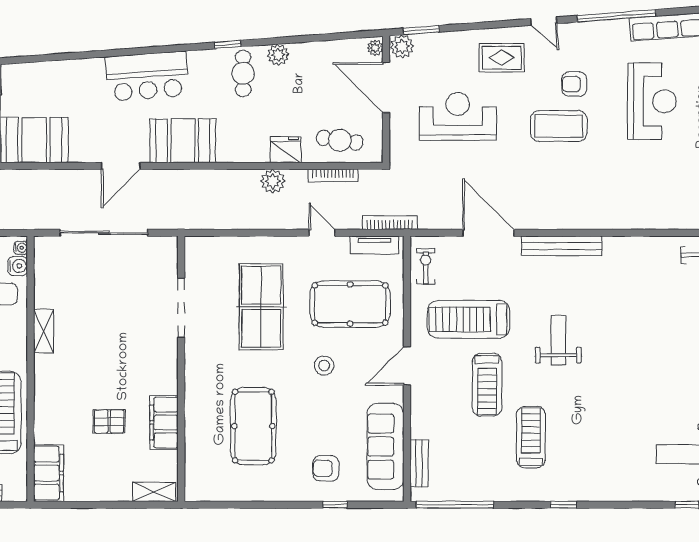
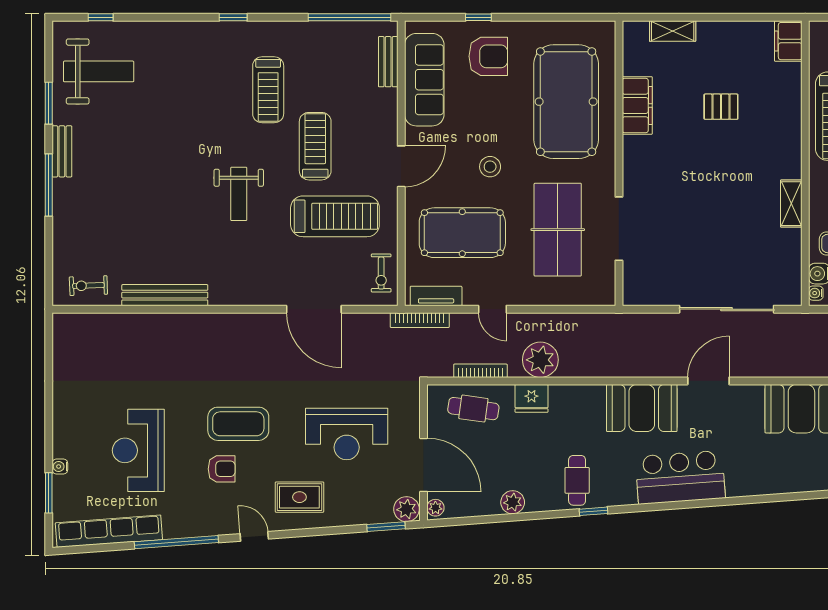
plant: (278, 55) -> (513, 502), moved
plant: (273, 181) -> (540, 360), width x1.36, depth x1.36
bench: (562, 246) -> (165, 295), moved
doorway: (181, 308) -> (619, 229), moved
wall: (181, 369) -> (619, 163), moved
filing cabinet: (164, 423) -> (637, 105), moved
pool table: (253, 426) -> (566, 102), width x1.36, depth x1.32
armchair: (326, 468) -> (488, 56), width x1.38, depth x1.38
filing cabinet: (48, 473) -> (788, 41), width x0.67, depth x0.86

